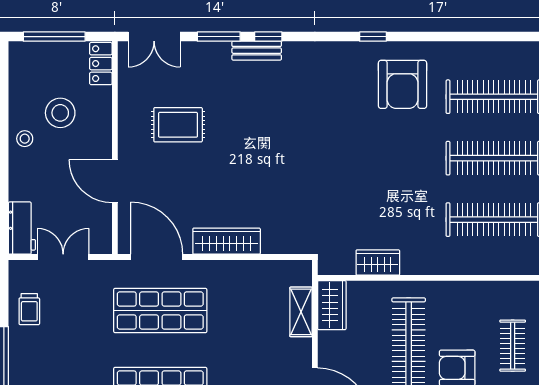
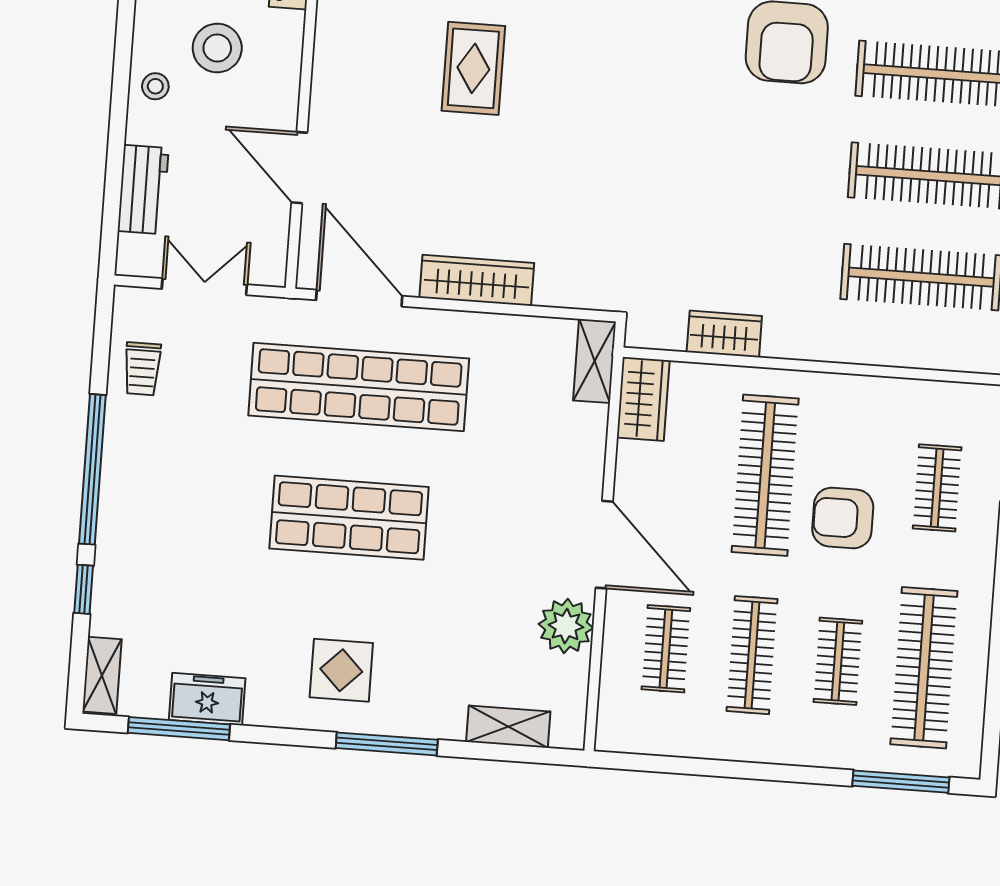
rug: (178, 125) -> (473, 68), moved, turned 90
workbench: (22, 228) -> (143, 190), moved
shop shelf: (160, 311) -> (359, 387), width x1.40
shelving: (301, 312) -> (595, 361), moved

